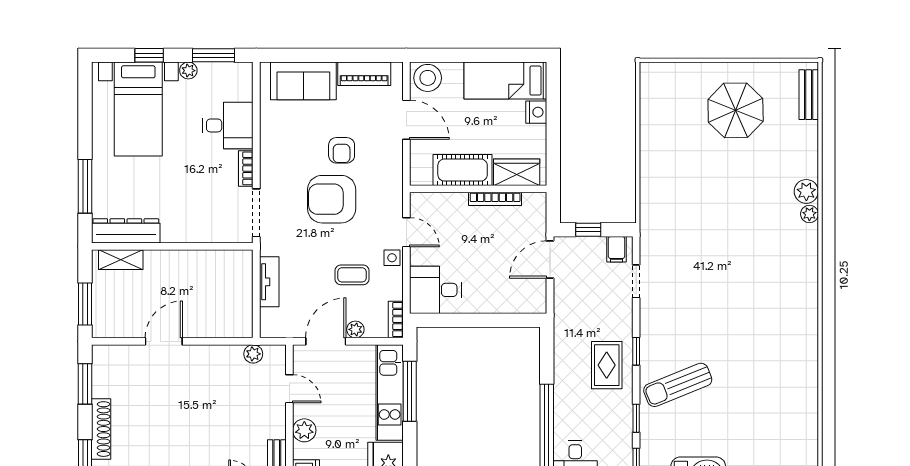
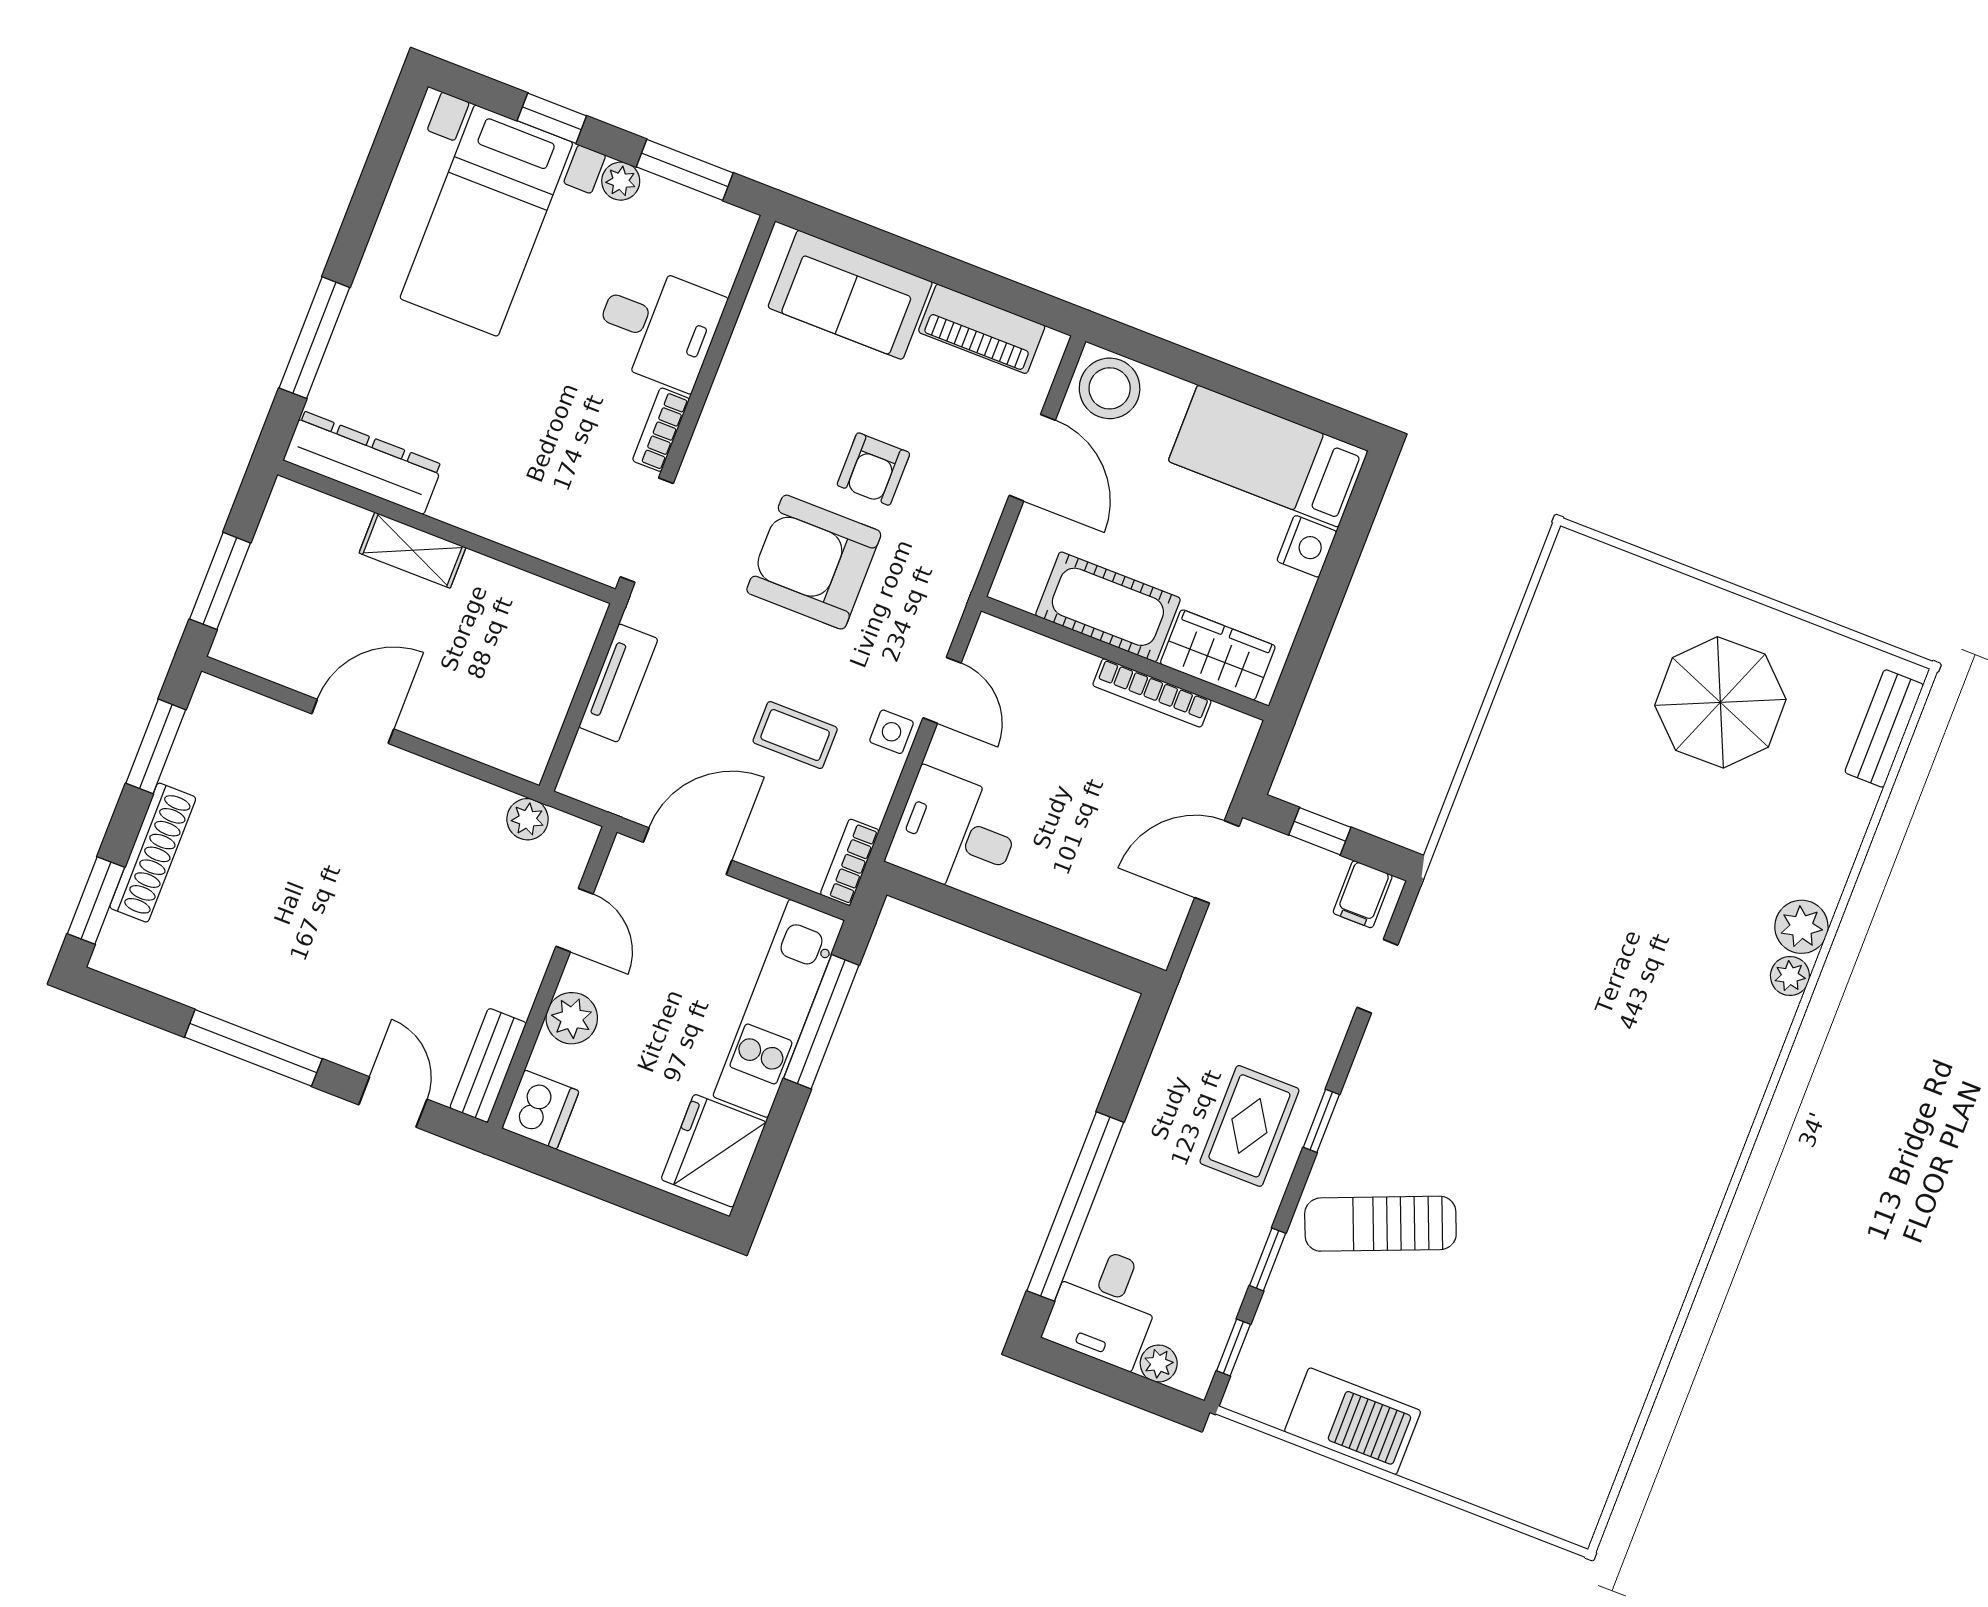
shelving: (121, 260) -> (413, 550), moved
plant: (355, 329) -> (758, 851), removed

